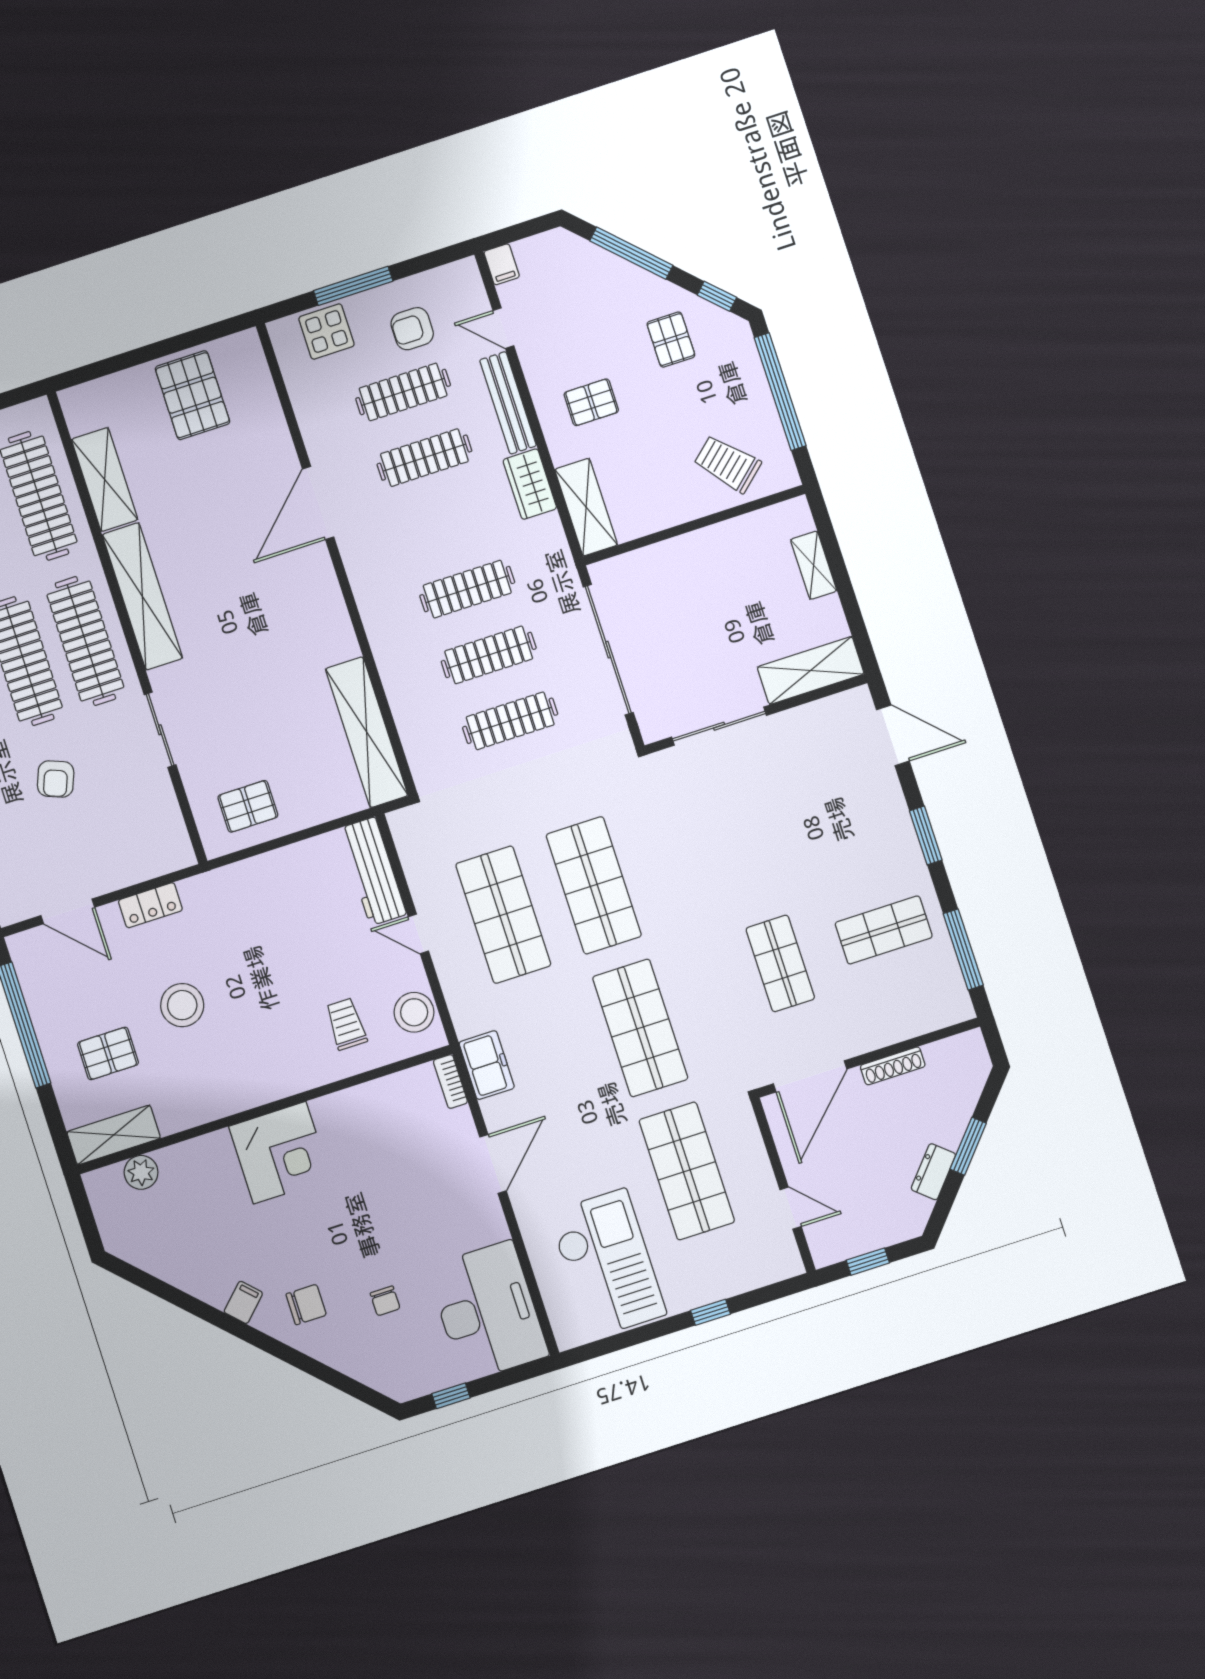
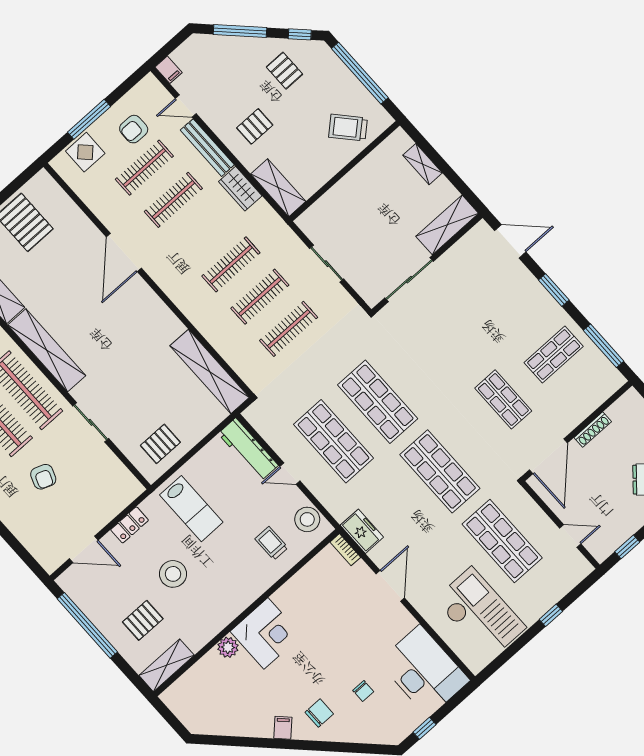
sliding door: (608, 650) -> (327, 264), width x0.54
lab bench: (251, 921) -> (191, 509), added
plant: (141, 1172) -> (228, 647), moved

